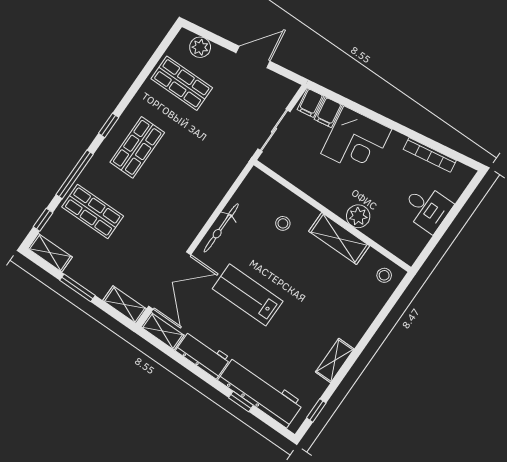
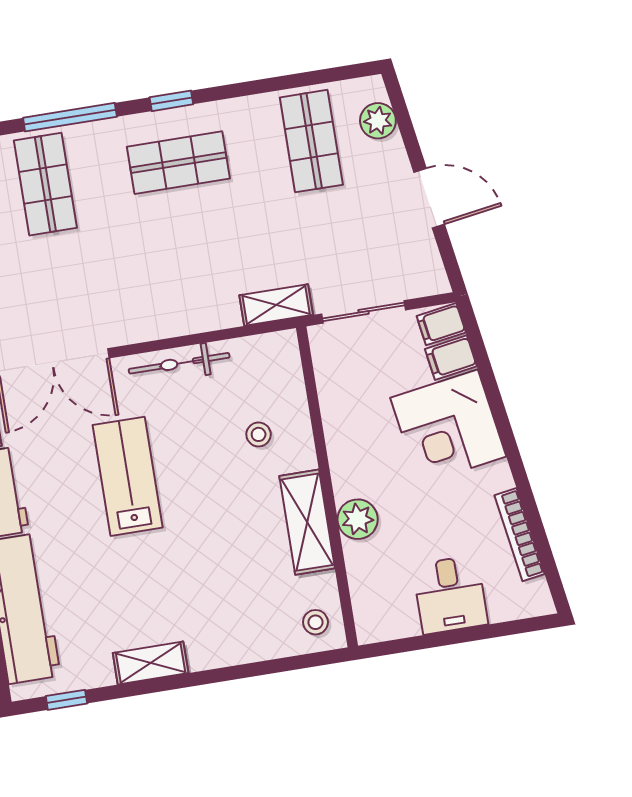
shelving: (236, 164) -> (276, 305), added

